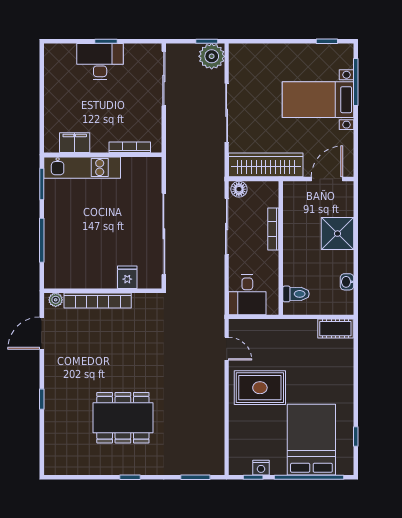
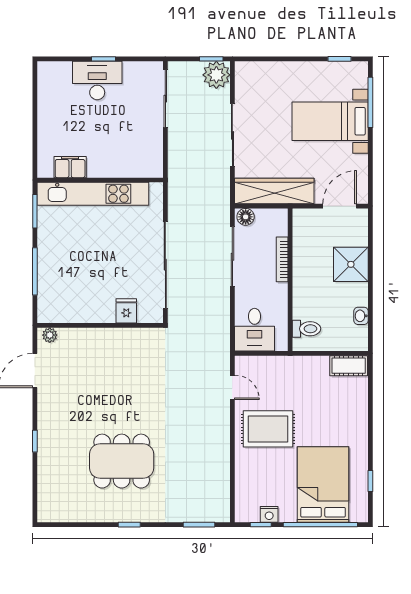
bookcase: (130, 147) -> (129, 172), removed
kitchen unit: (82, 168) -> (93, 194), width x1.36
bookcase: (98, 300) -> (95, 336), removed

